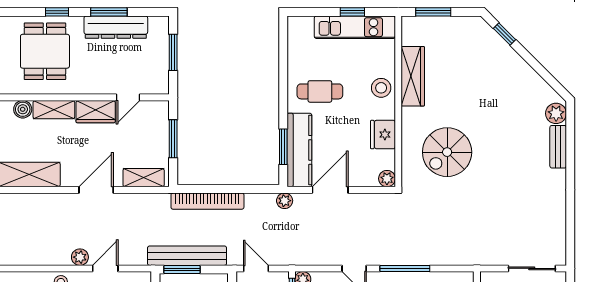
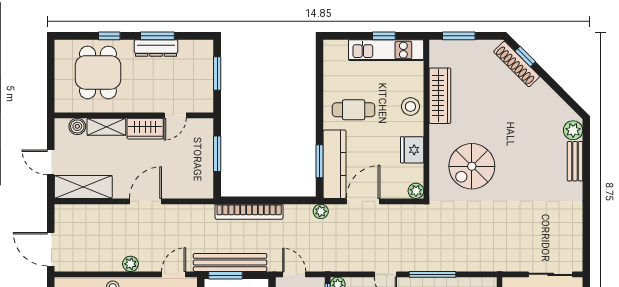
dresser: (116, 27) -> (156, 48), width x0.73, depth x0.80
shoe rack: (495, 42) -> (517, 64), added
shelving: (144, 178) -> (190, 190), removed
door: (105, 268) -> (174, 274), moved

